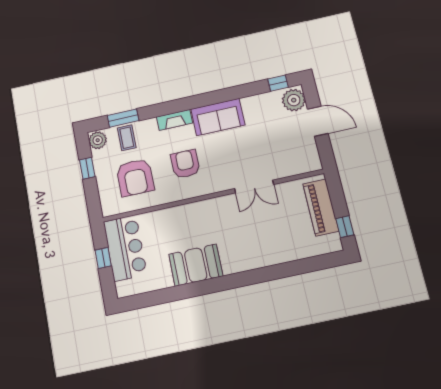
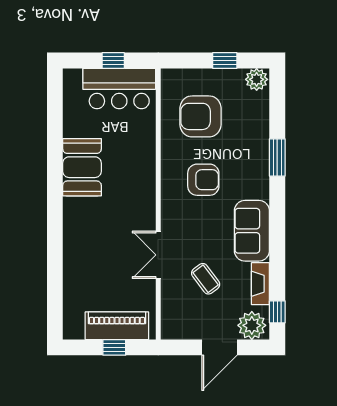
window: (123, 118) -> (277, 157), moved
fireplace: (175, 120) -> (260, 284), moved
coffee table: (127, 138) -> (206, 279), moved, turned 53
window: (345, 227) -> (114, 347), moved

